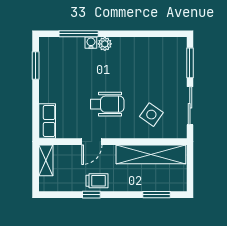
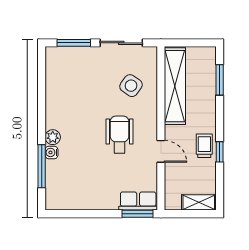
window: (36, 66) -> (137, 214), moved
shelving: (46, 160) -> (199, 202), moved

